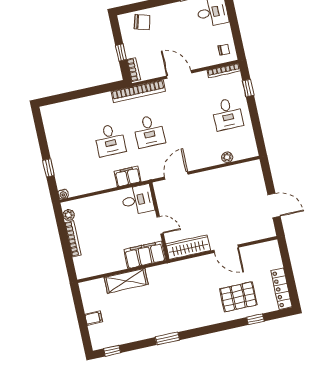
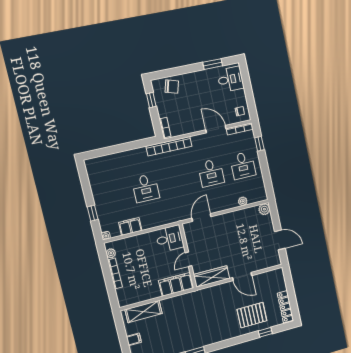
window: (121, 52) -> (151, 100), moved
door: (179, 74) -> (216, 129), moved
desk: (149, 131) -> (211, 173), moved
plant: (254, 167) -> (264, 209), added
filing cabinet: (128, 176) -> (130, 227), moved
door: (160, 225) -> (188, 259), swing flipped
shelving: (126, 281) -> (144, 311), moved

